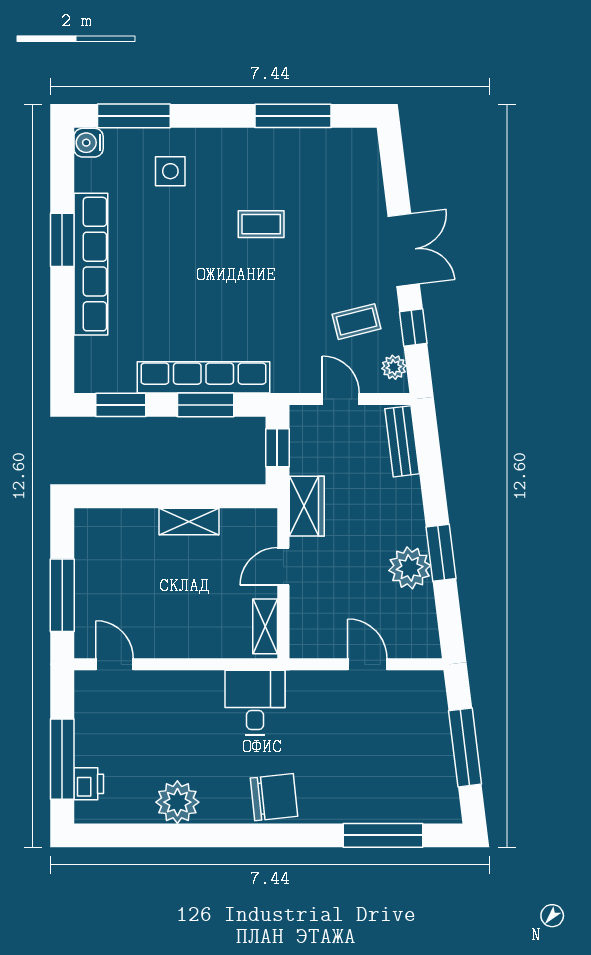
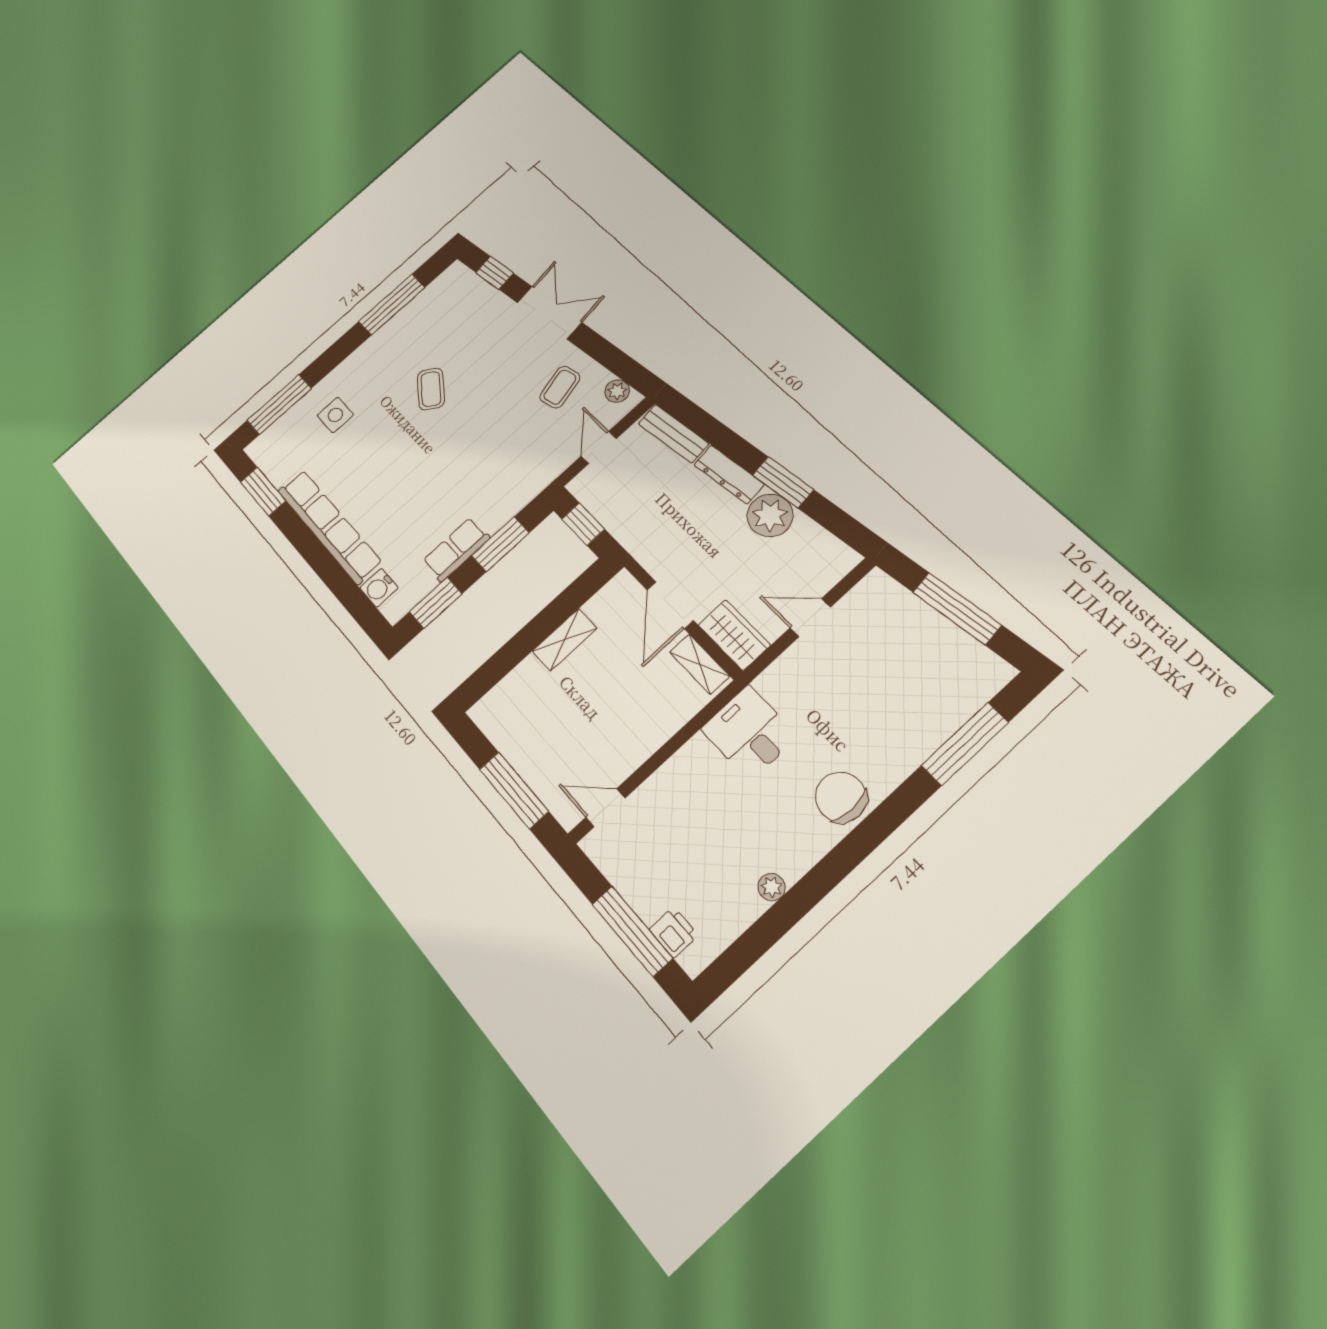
water cooler: (89, 143) -> (379, 588), moved
coffee table: (261, 224) -> (431, 389), turned -54
window: (62, 240) -> (263, 492), moved
window: (413, 328) -> (495, 273), moved
row of seats: (203, 377) -> (456, 549), width x0.50
door: (341, 399) -> (599, 447), hinge flipped
wardrobe: (307, 506) -> (734, 635), moved
dresser: (411, 511) -> (729, 474), added
door: (283, 566) -> (670, 605), width x1.38
chair: (274, 797) -> (841, 797), turned -84
plant: (177, 802) -> (772, 887), width x0.53, depth x0.53

